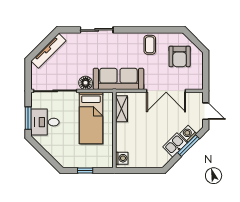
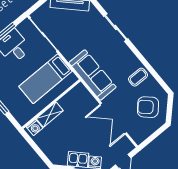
armchair: (180, 56) -> (148, 107), turned 43
floor lamp: (86, 83) -> (69, 52), removed
shelving: (122, 109) -> (50, 115), moved

